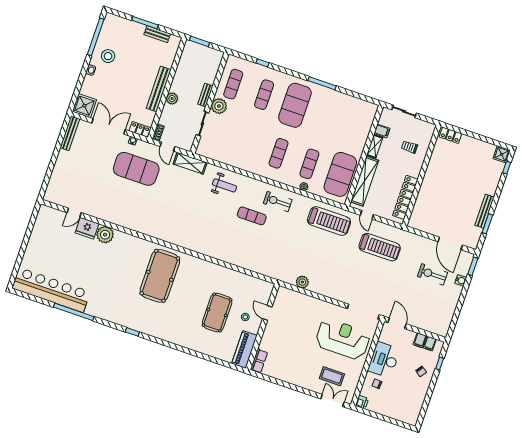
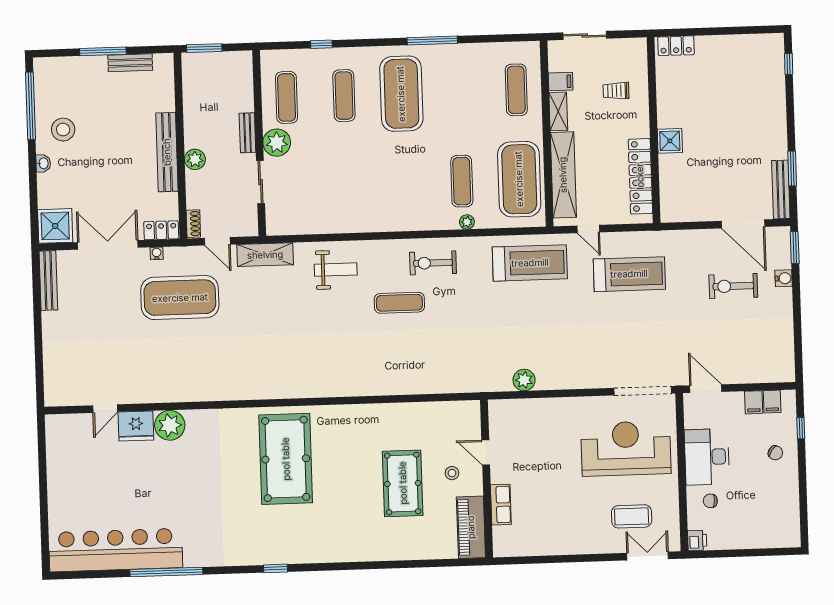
exercise mat: (279, 153) -> (516, 90), moved
shower: (502, 154) -> (670, 141), moved
bench: (484, 211) -> (781, 190), moved
row of seats: (259, 361) -> (501, 505), moved

